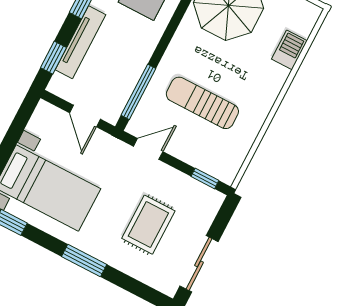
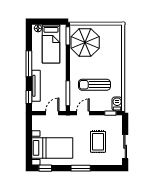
barbecue: (289, 50) -> (117, 104), moved
door: (85, 116) -> (52, 113), swing flipped

